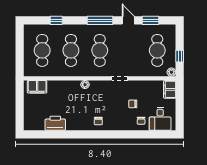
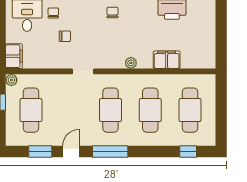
window: (56, 20) -> (188, 152), moved
door: (128, 20) -> (71, 152), swing flipped
filing cabinet: (37, 87) -> (167, 60), moved

